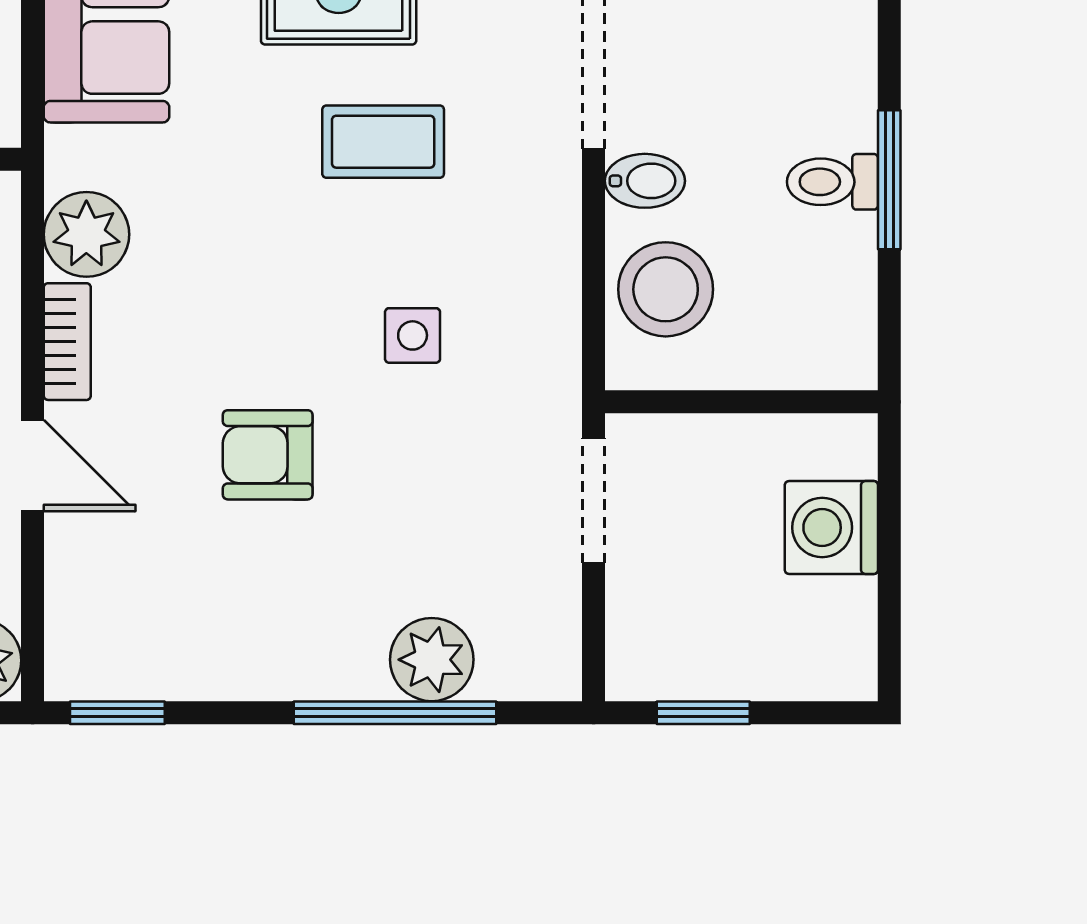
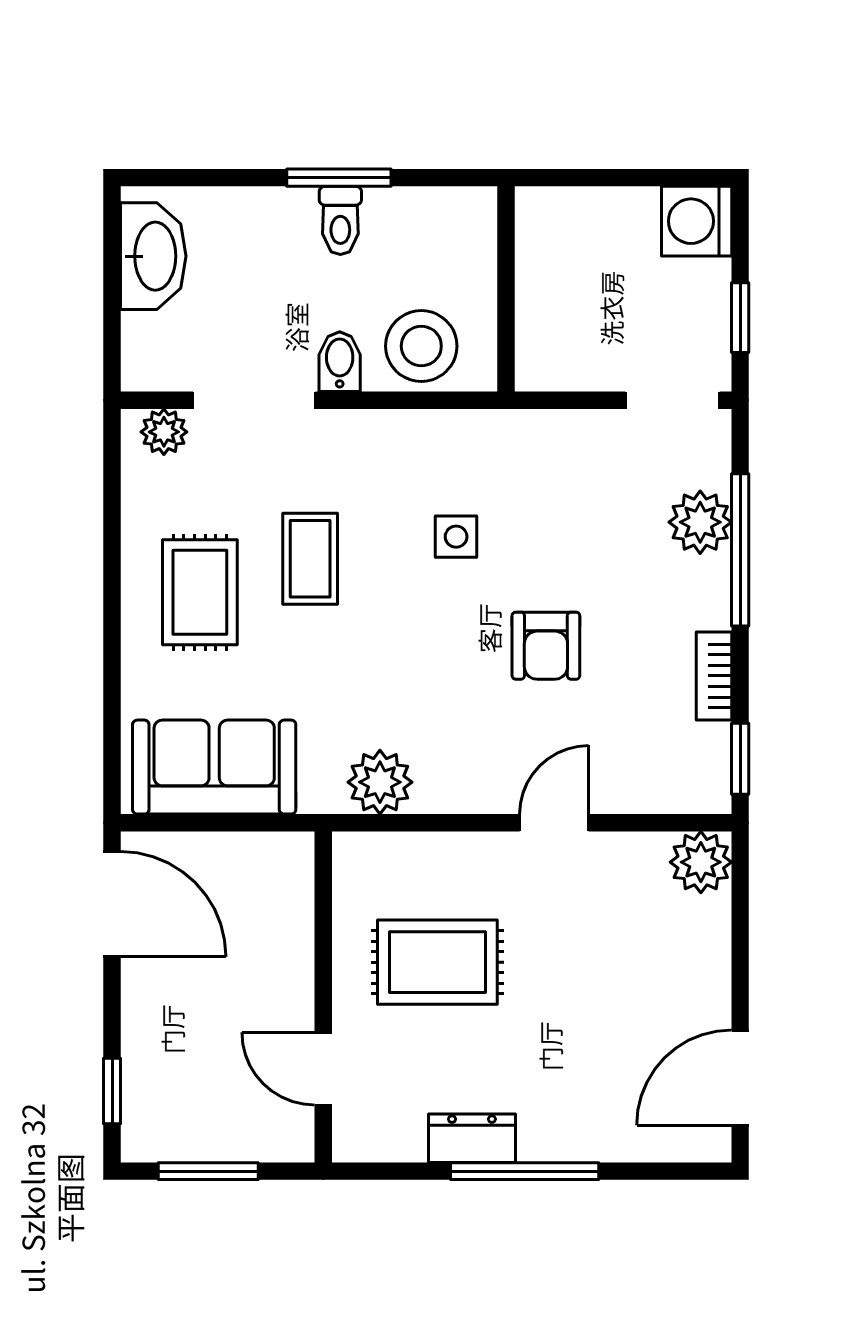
bookcase: (67, 342) -> (714, 676), moved, turned -90
doorway: (594, 501) -> (673, 400), moved
washing machine: (831, 528) -> (697, 221), moved, turned 90

